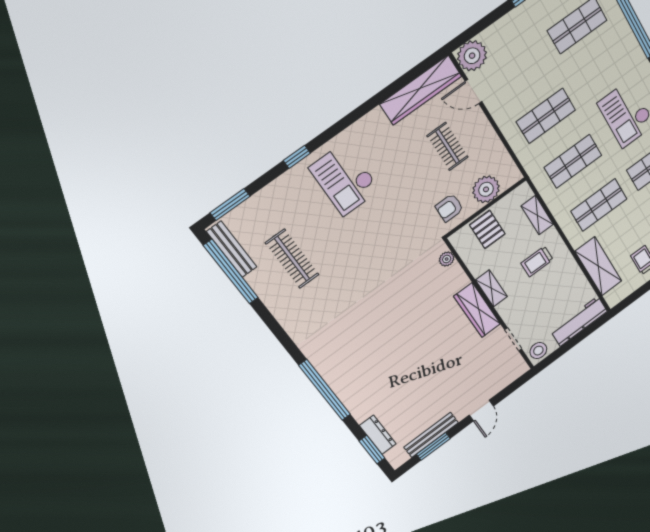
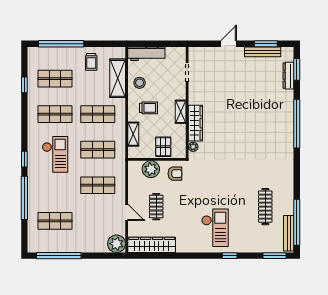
door: (473, 92) -> (127, 212), moved
wardrobe: (477, 310) -> (195, 123), moved
stool: (538, 351) -> (140, 83), moved

